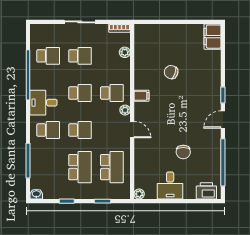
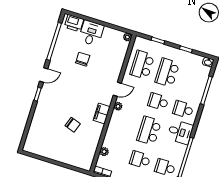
filing cabinet: (212, 37) -> (32, 142), removed
school desk: (80, 93) -> (149, 131), width x1.85
school desk: (112, 93) -> (124, 123), removed
filing cabinet: (141, 96) -> (102, 113), width x2.00
door: (132, 130) -> (117, 89), swing flipped
desk: (170, 185) -> (91, 33), moved

